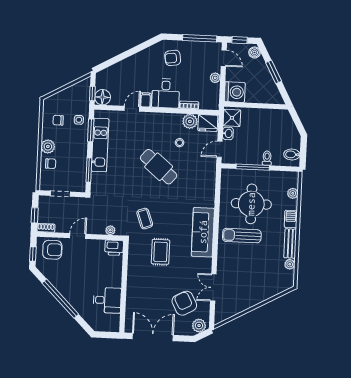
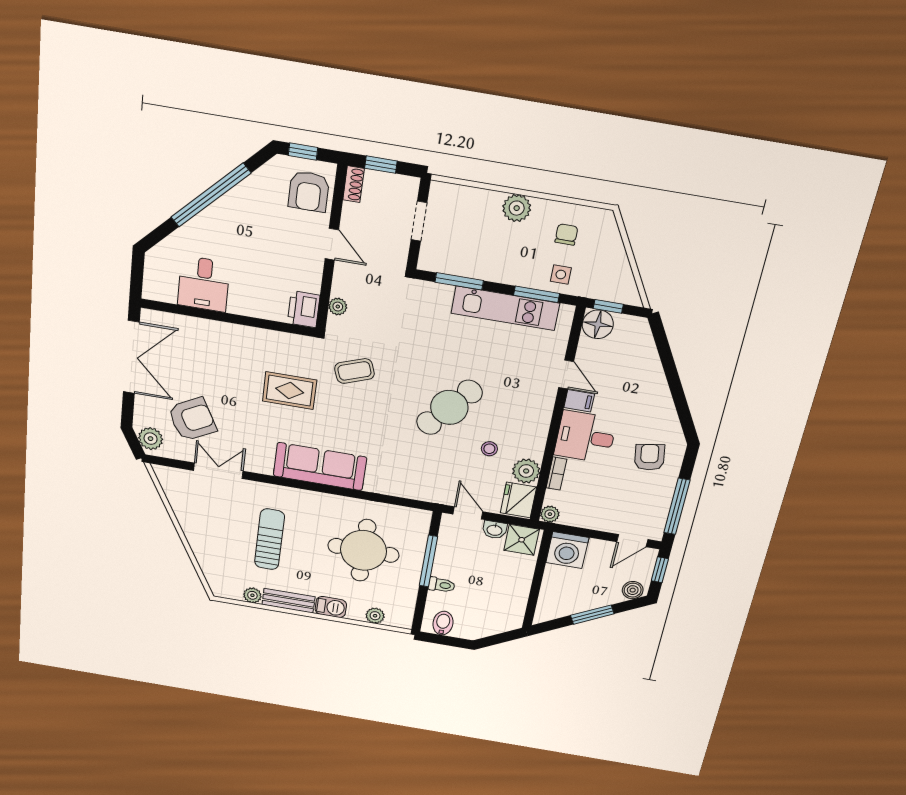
plant: (215, 78) -> (550, 514), moved
chair: (51, 164) -> (481, 209), removed
sun lounger: (242, 236) -> (270, 539), moved

